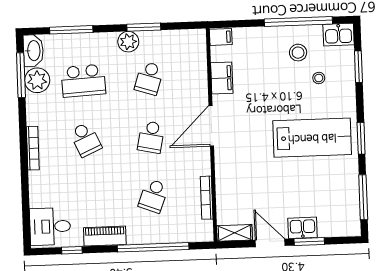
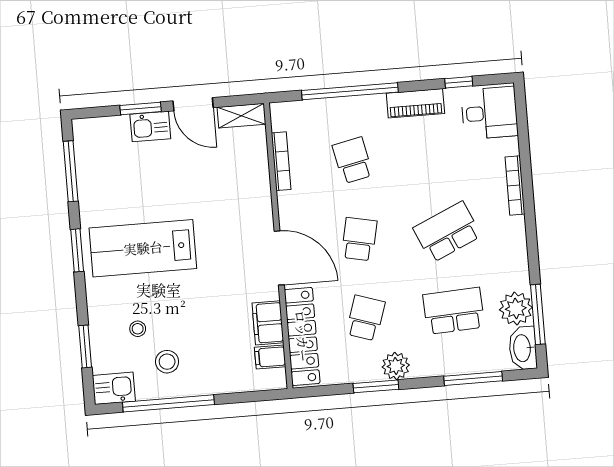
filing cabinet: (221, 37) -> (270, 357), moved
locker: (197, 67) -> (302, 336), added
door: (211, 126) -> (279, 258), hinge flipped
school desk: (86, 140) -> (447, 232), width x1.85
bookcase: (33, 148) -> (515, 185), moved
school desk: (153, 196) -> (353, 160), turned -33

